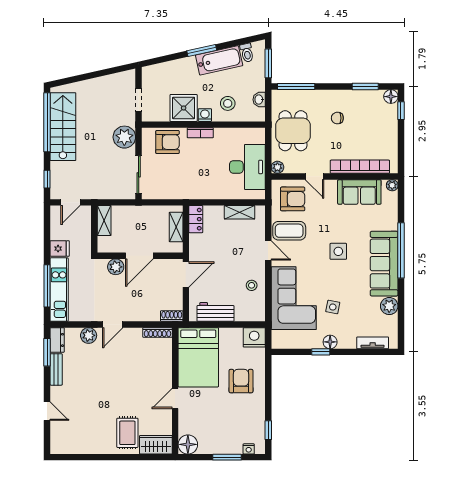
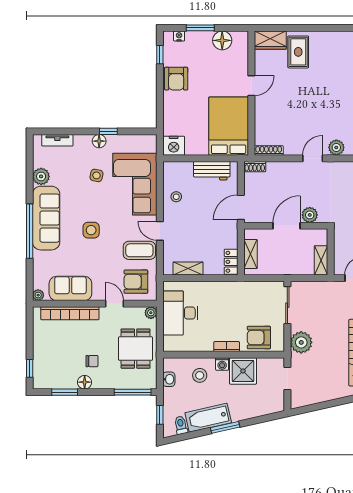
window: (268, 63) -> (160, 415), width x0.67
floor lamp: (391, 97) -> (85, 382), moved
armchair: (241, 381) -> (176, 79), moved
floor lamp: (188, 444) -> (222, 40), moved

